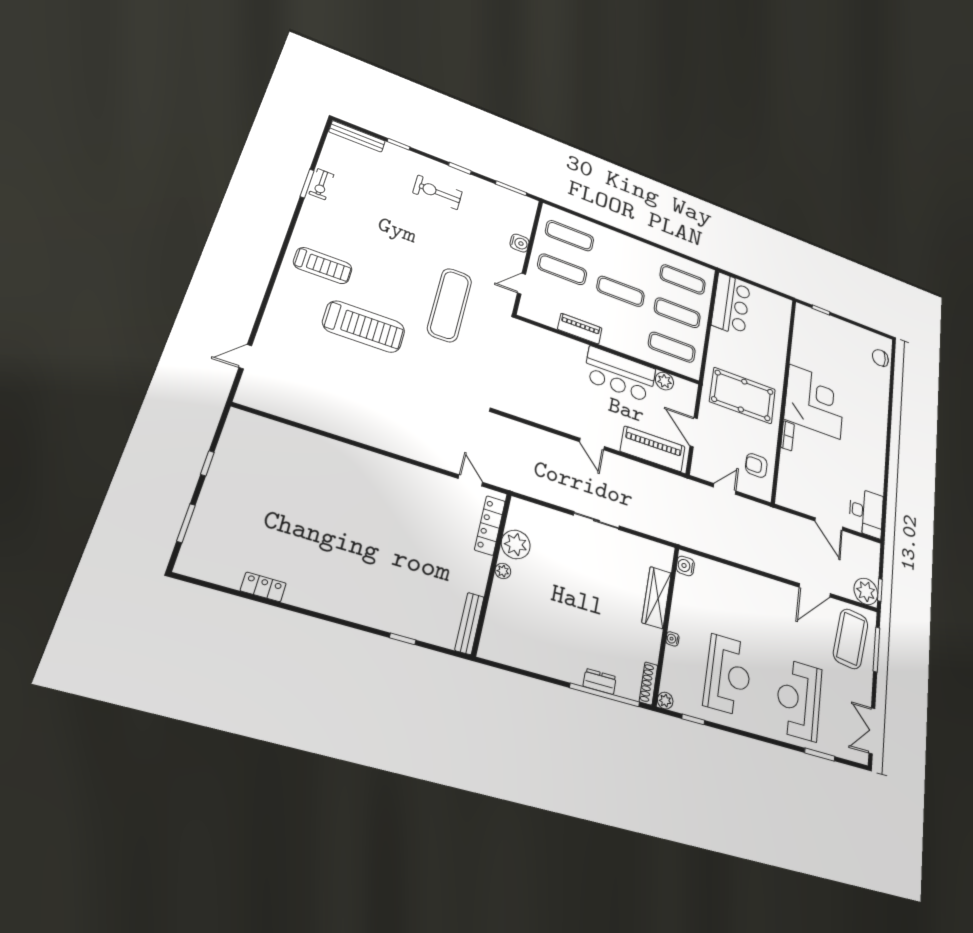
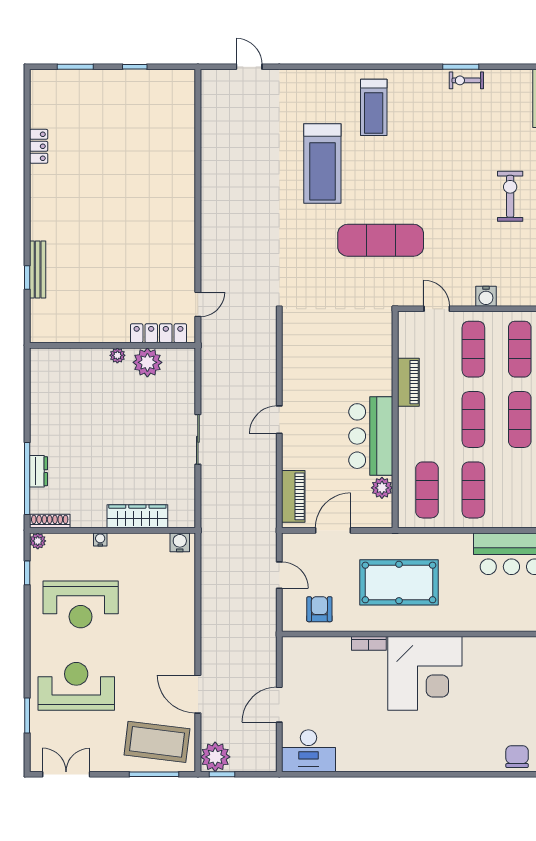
exercise mat: (683, 279) -> (520, 420), moved
pool table: (743, 395) -> (399, 582), turned 90
piano: (653, 449) -> (293, 496), width x0.73, depth x0.75
bench: (469, 623) -> (38, 269), moved, turned 90

